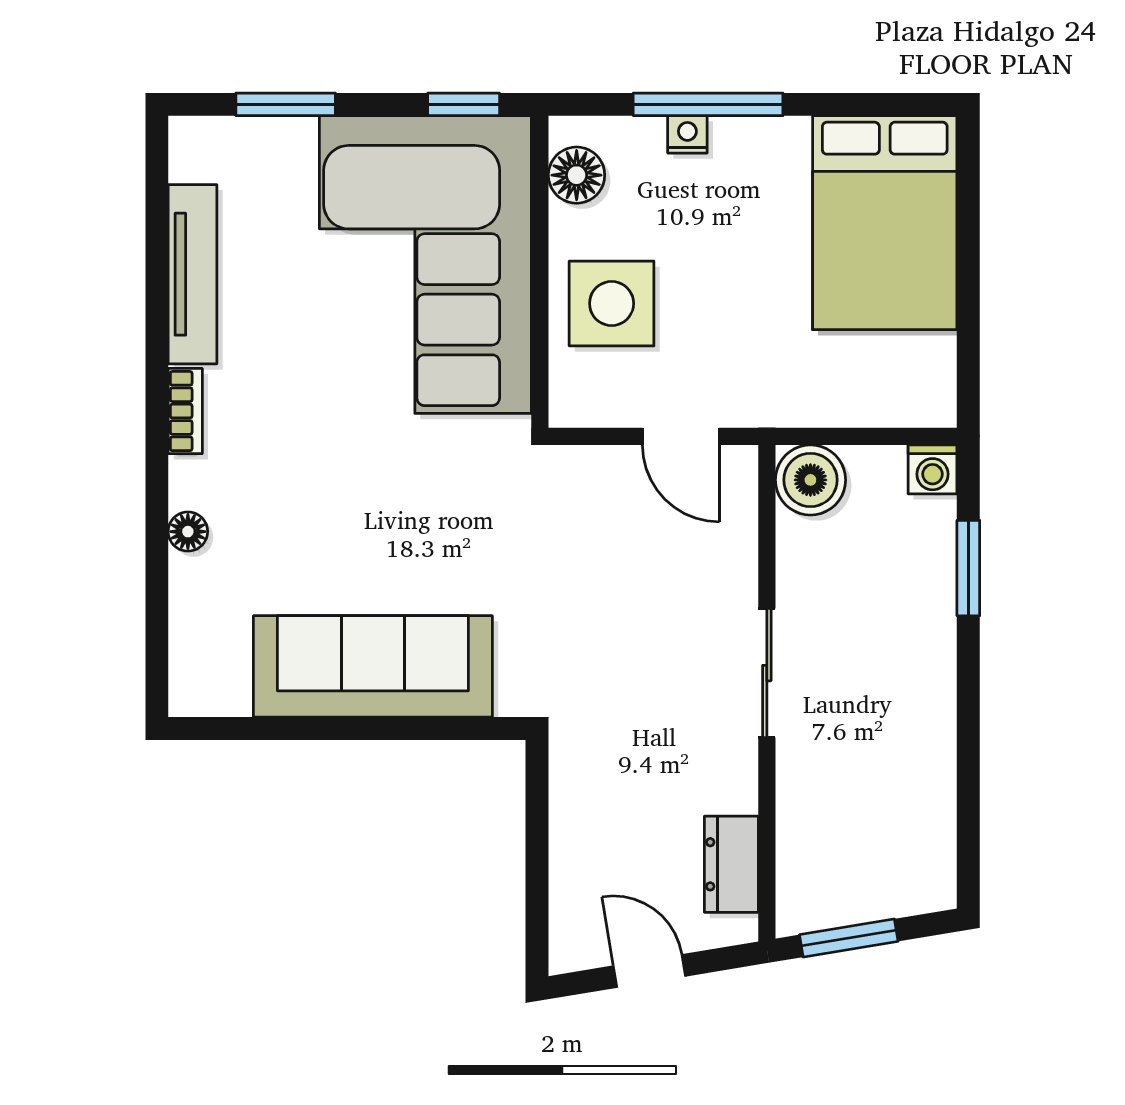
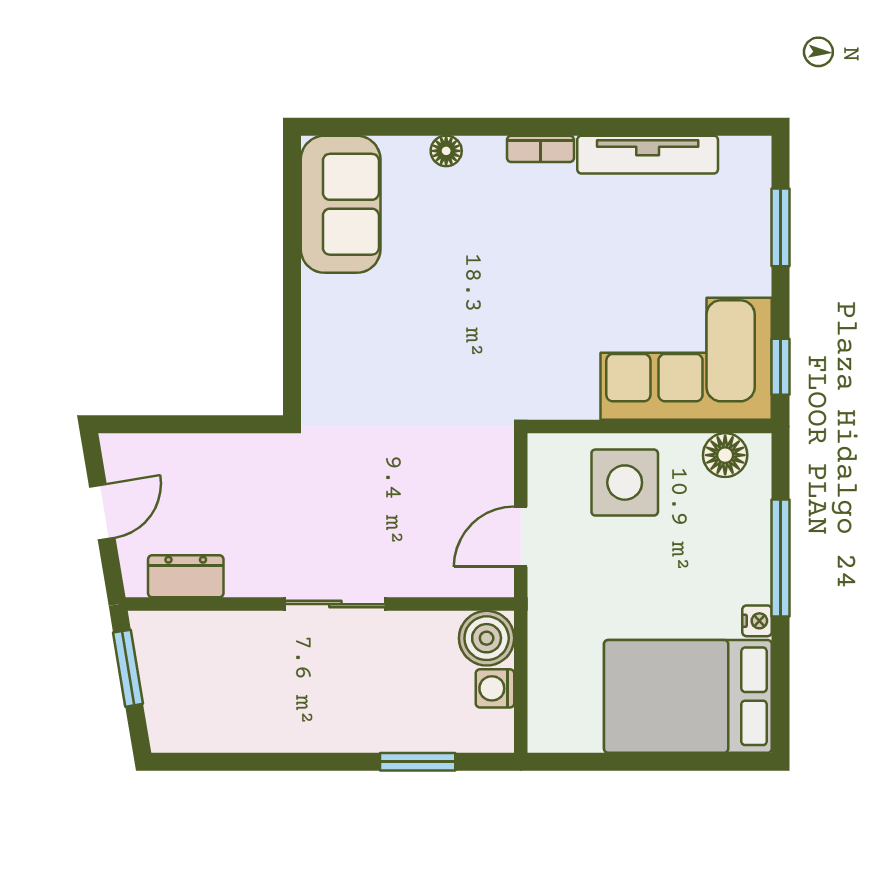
nightstand: (687, 134) -> (757, 621), moved
corner sofa: (425, 265) -> (686, 359), width x0.73, depth x0.74
washing machine: (932, 469) -> (495, 688), moved
sofa: (373, 666) -> (341, 204), moved, width x0.73

